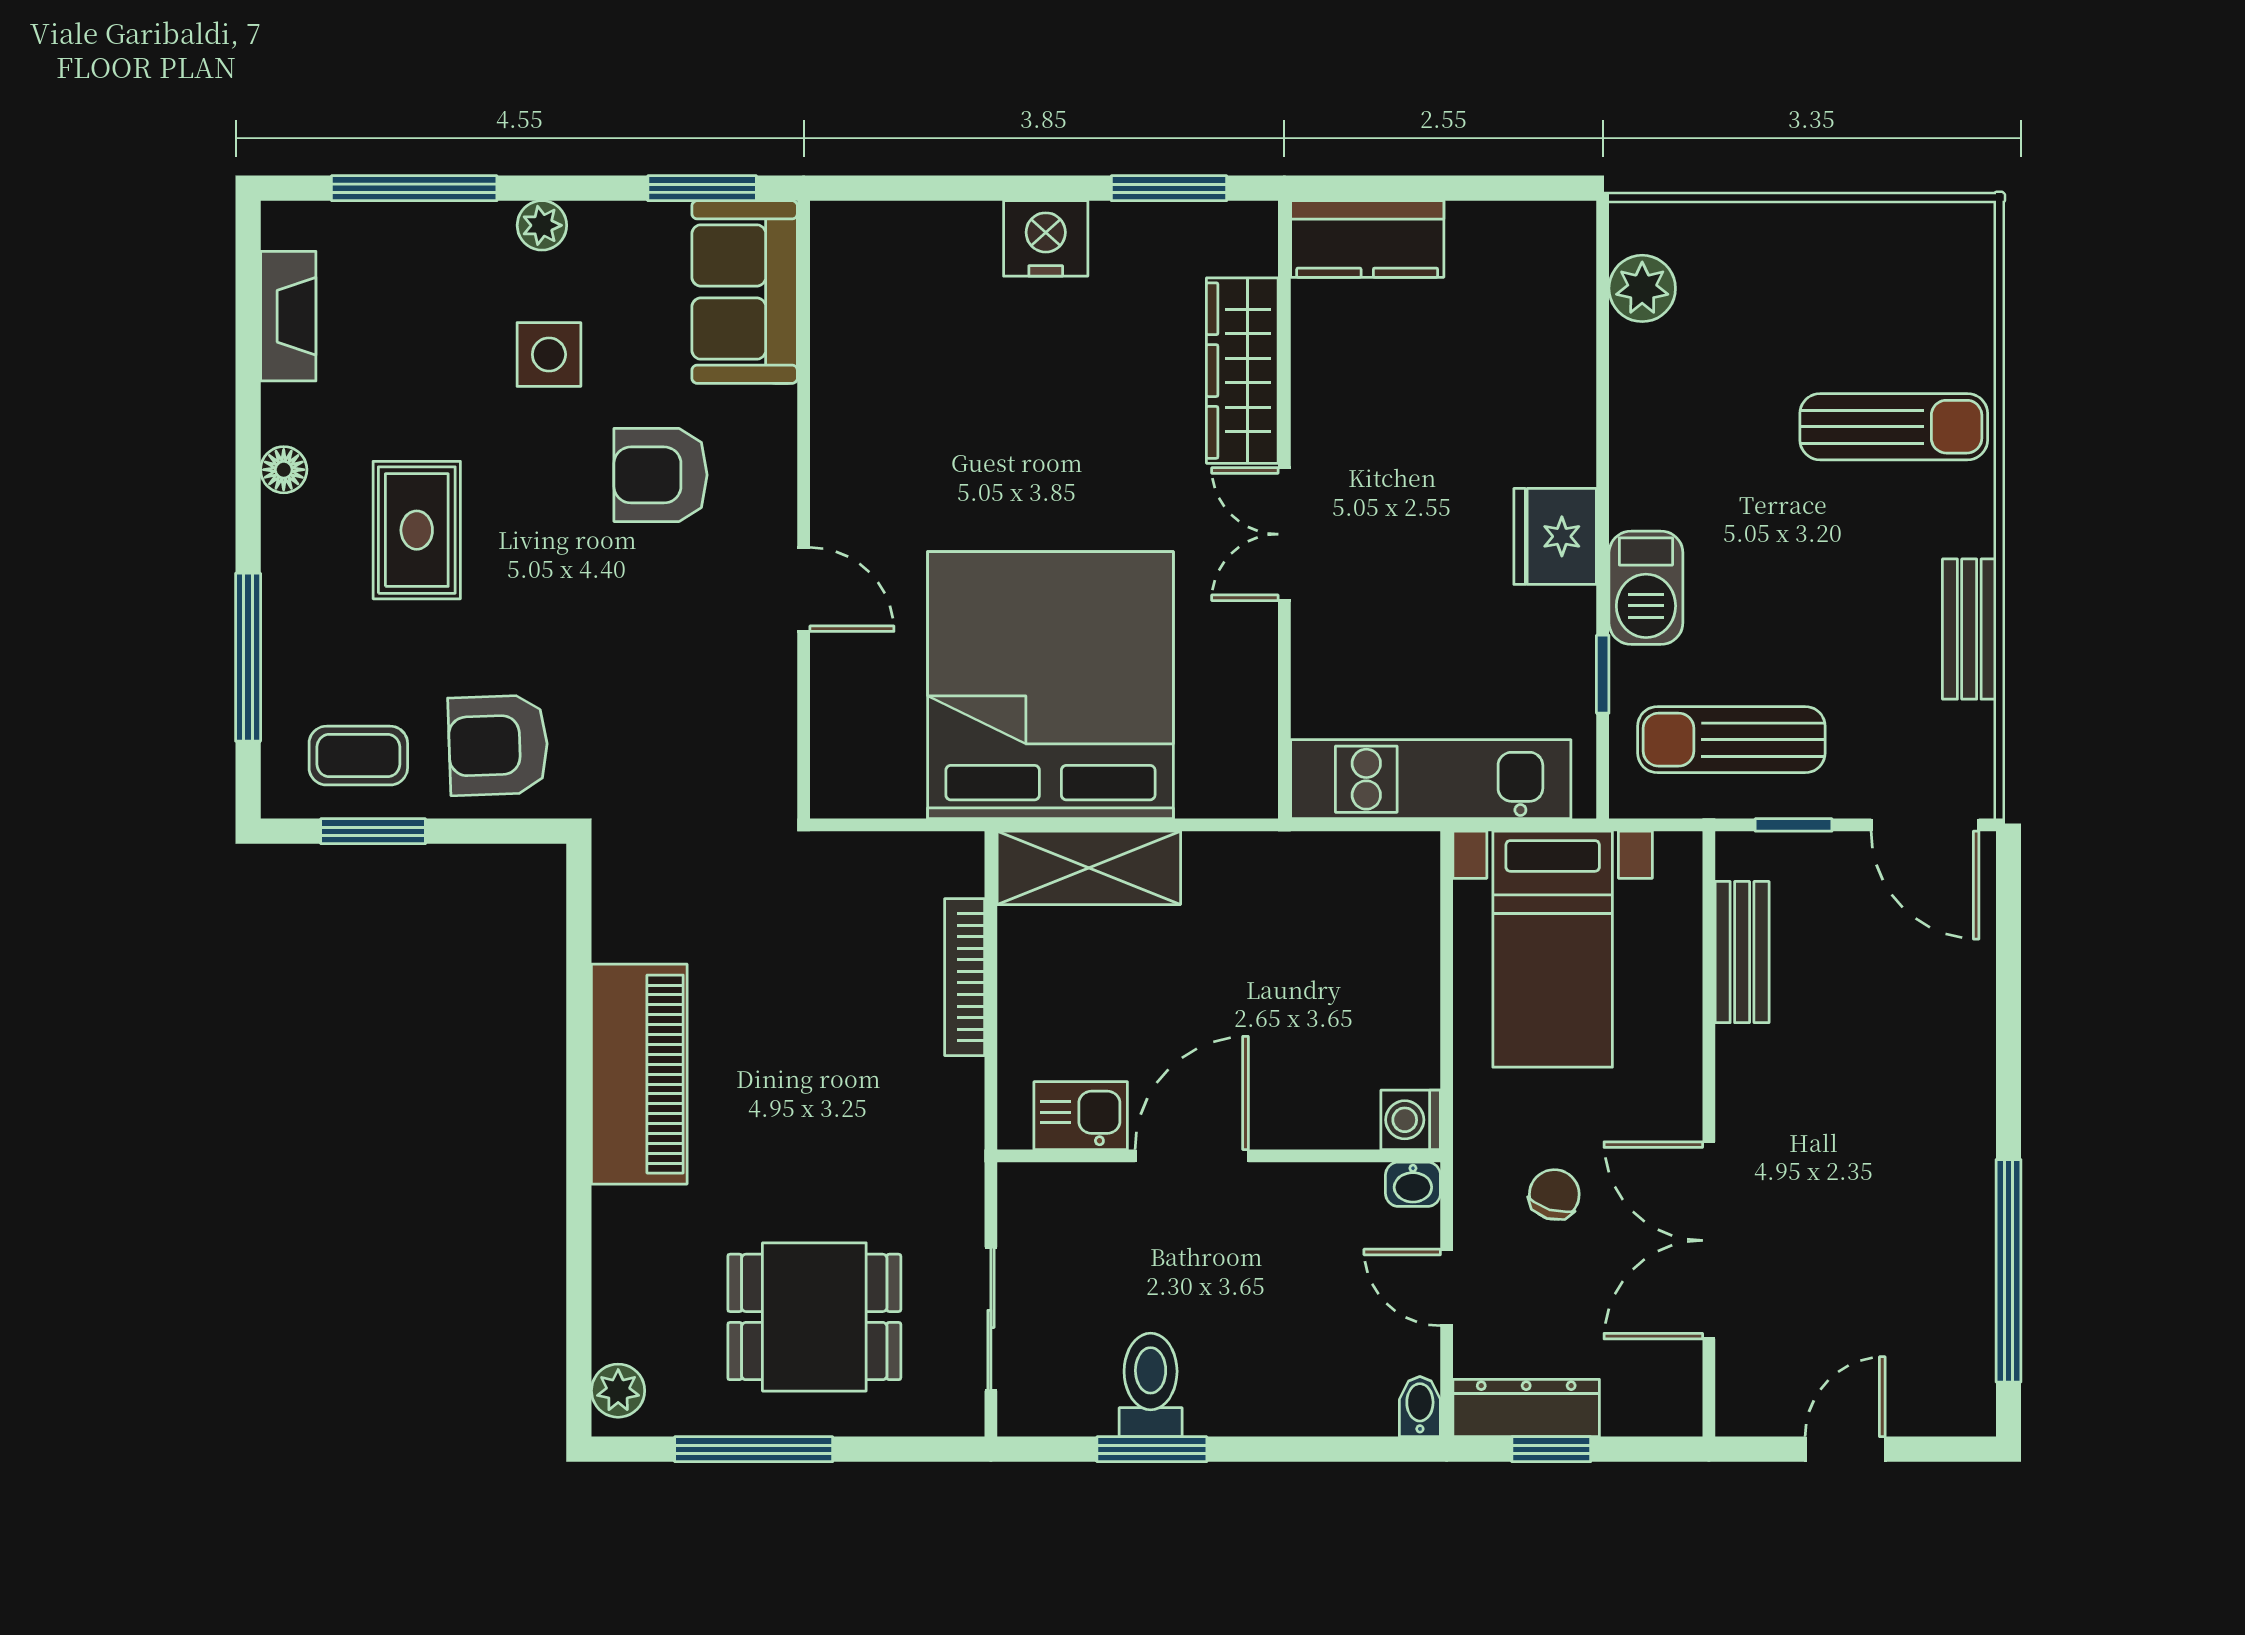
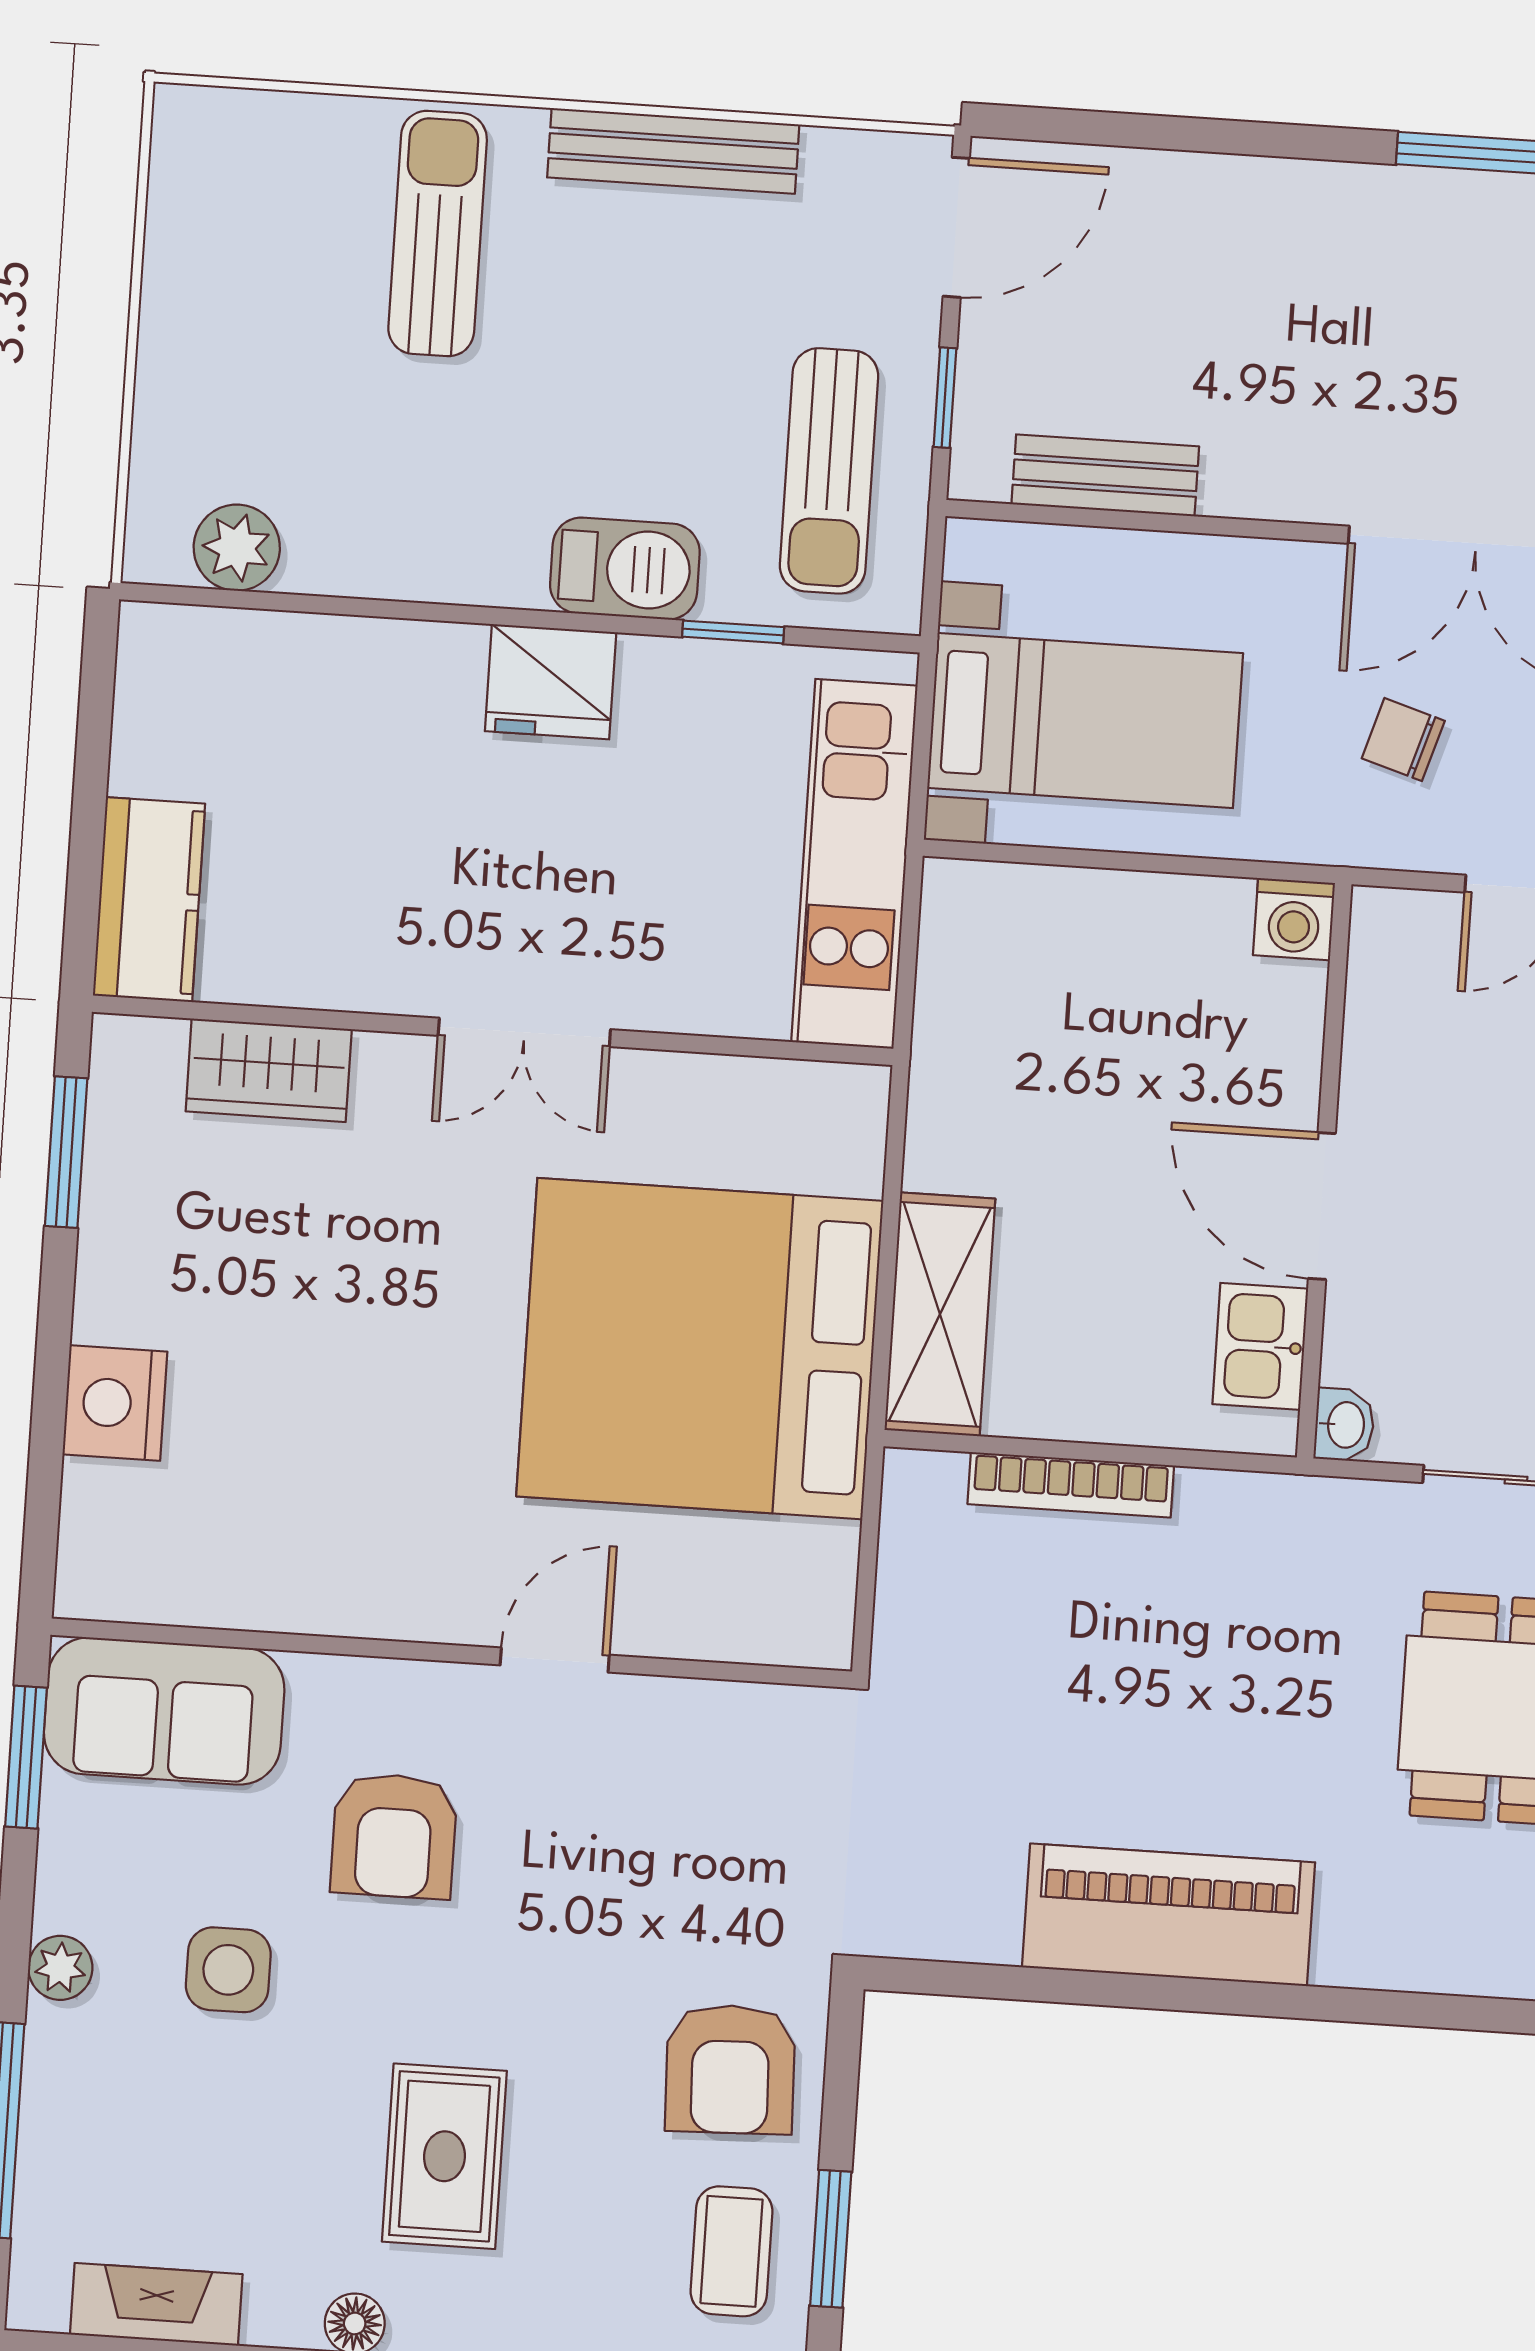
nightstand: (1046, 238) -> (115, 1403), moved
wardrobe: (1242, 371) -> (269, 1070), width x0.67
rug: (417, 530) -> (444, 2156), turned 90
bench: (1969, 629) -> (673, 151), width x1.36
washbasin: (1413, 1184) -> (1344, 1425), moved

